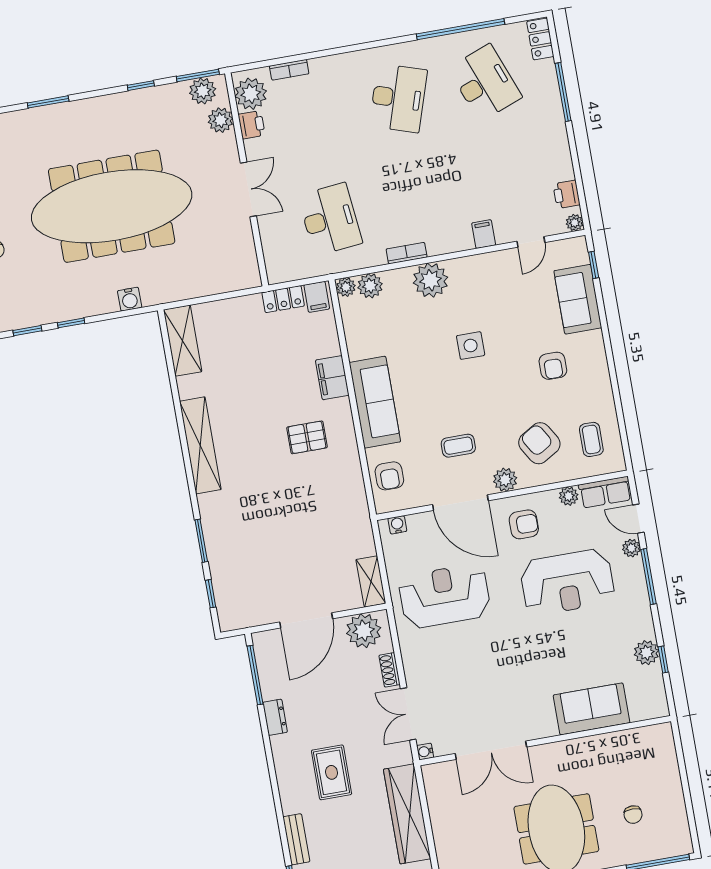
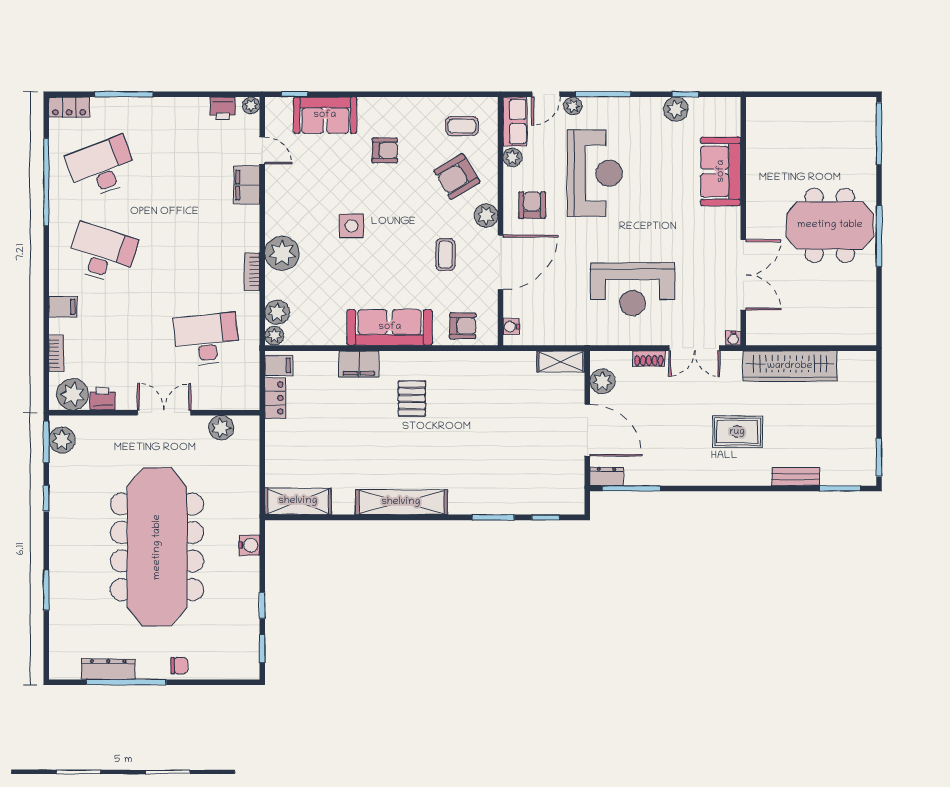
filing cabinet: (337, 68) -> (63, 307), added
plant: (221, 120) -> (221, 428), moved
filing cabinet: (484, 234) -> (247, 185), width x2.00
reception desk: (445, 596) -> (633, 289), moved, turned -90
plant: (364, 631) -> (602, 381), width x0.73, depth x0.73
dresser: (275, 717) -> (607, 476), moved
chair: (633, 815) -> (829, 149), removed

